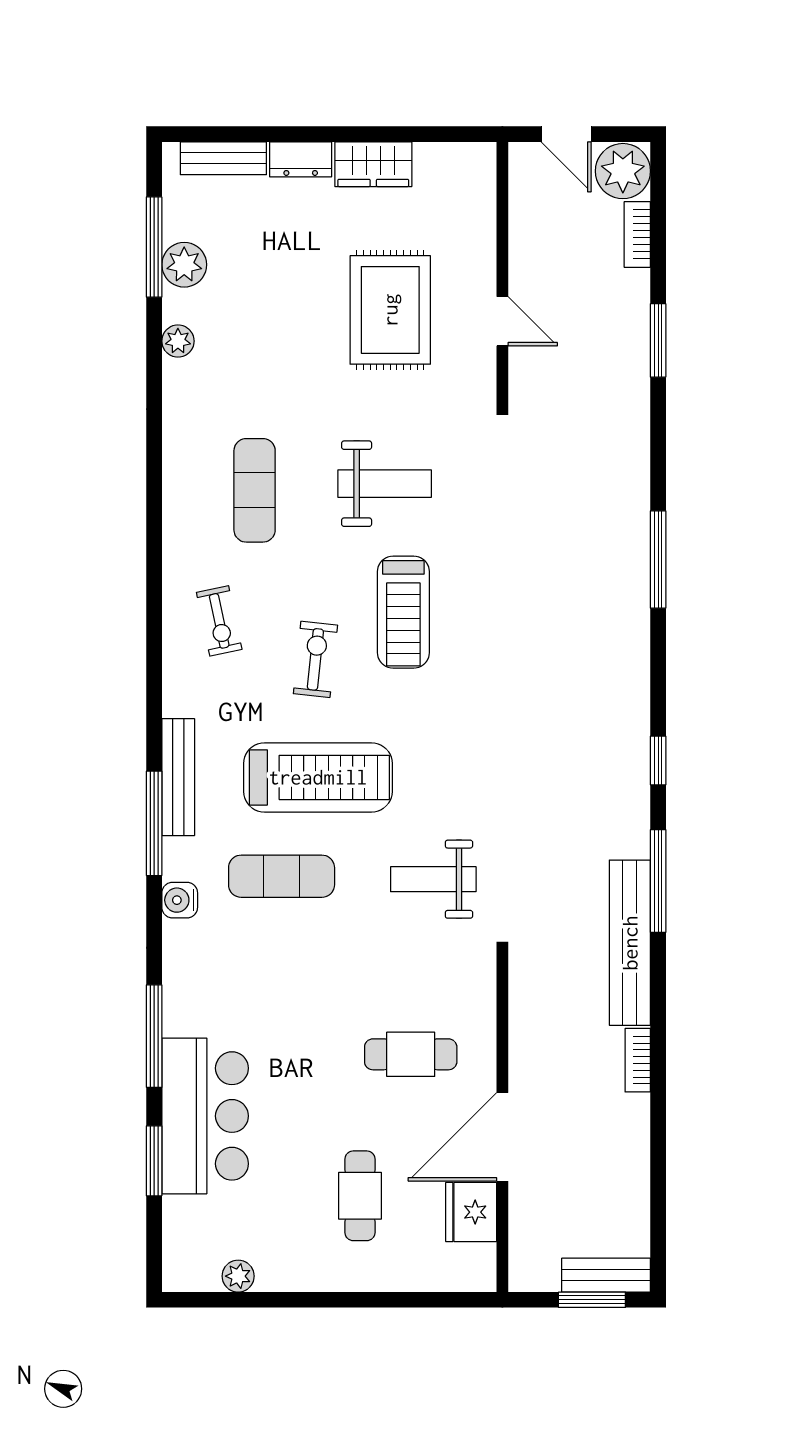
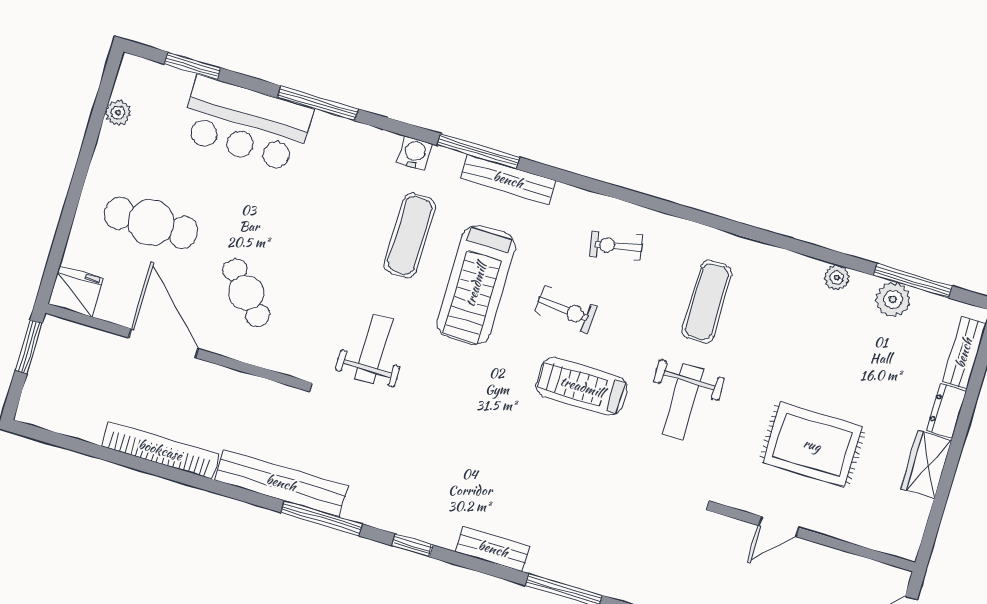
exercise mat: (255, 490) -> (707, 302), turned 90
cafe table: (411, 1054) -> (246, 293), turned -43
bookcase: (638, 1060) -> (160, 450), width x2.31, depth x1.31
window: (154, 1161) -> (192, 66), moved
cafe table: (360, 1196) -> (151, 223), width x1.37, depth x1.35
fridge: (471, 1212) -> (76, 291), moved
bench: (606, 1275) -> (493, 549), moved, turned 90
window: (592, 1300) -> (29, 347), moved

